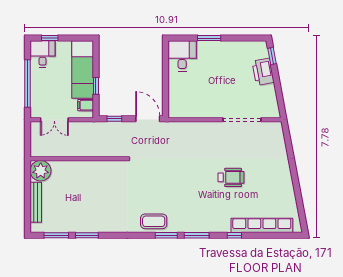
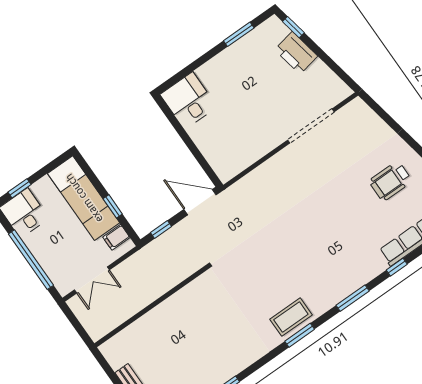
window: (209, 38) -> (239, 34), moved
plant: (41, 171) -> (118, 351), removed
wheelchair: (231, 177) -> (390, 181), moved, turned 180
window: (166, 235) -> (300, 335), moved

